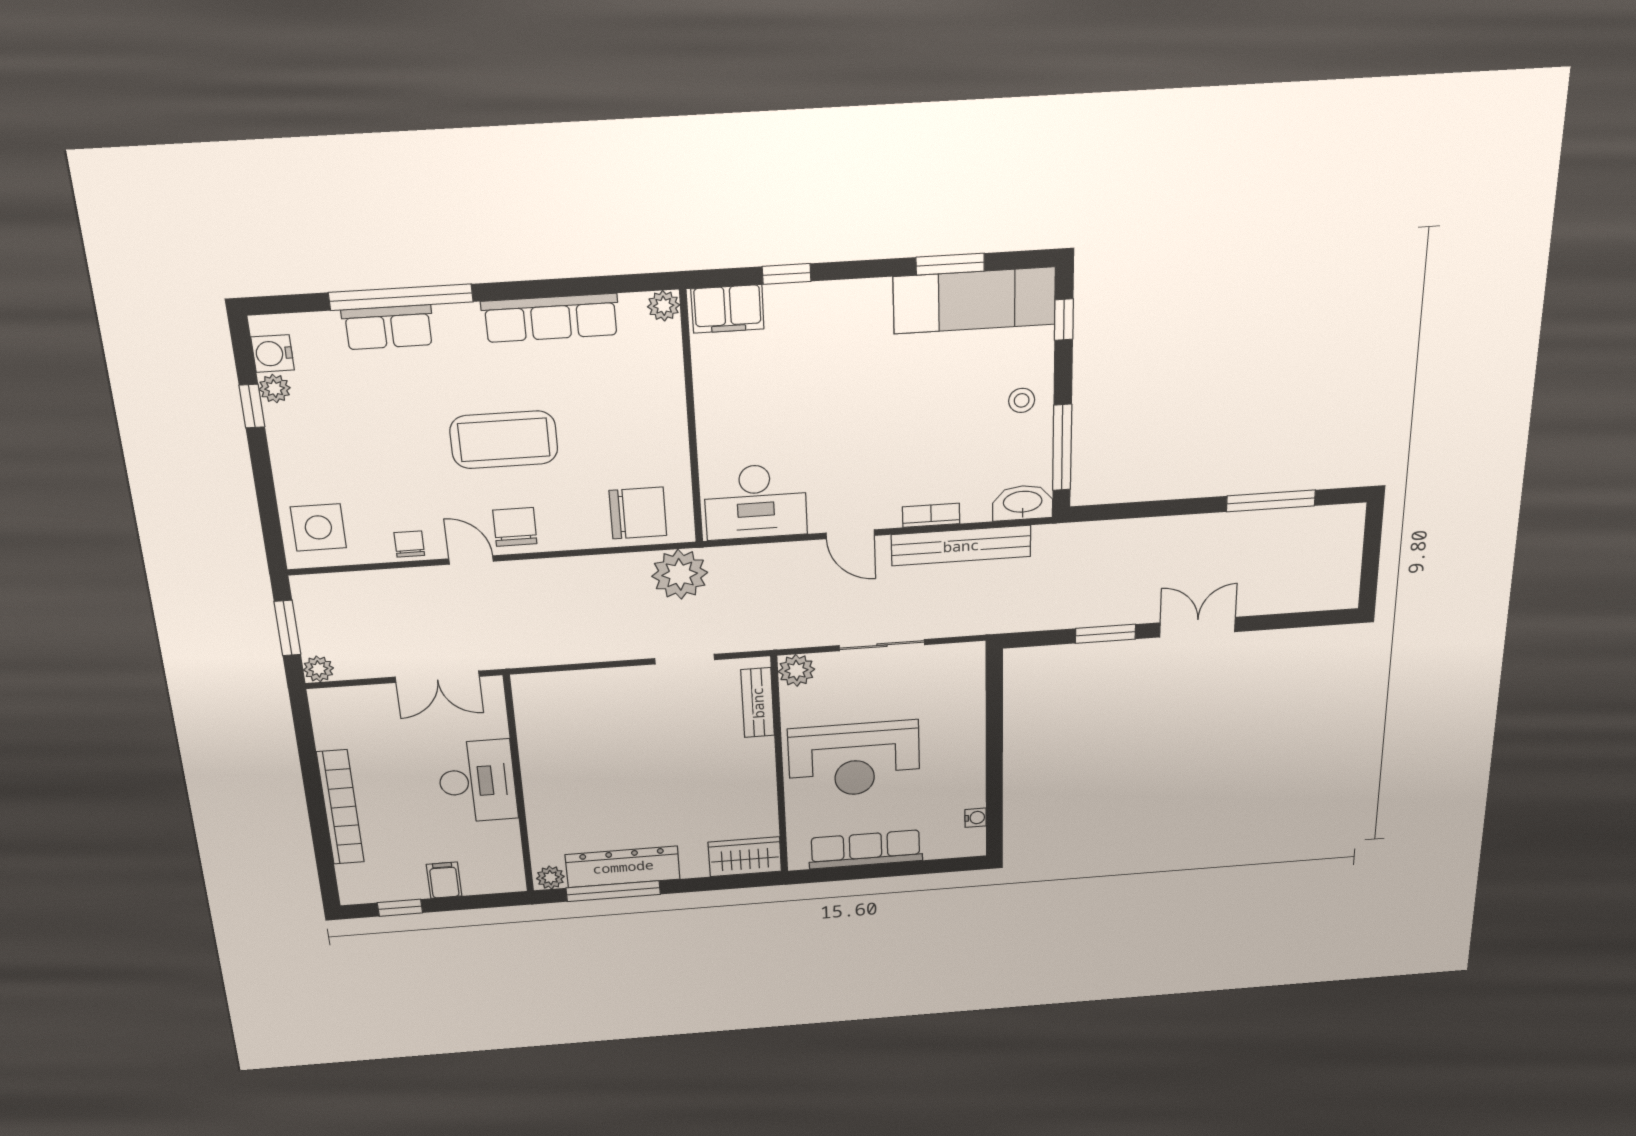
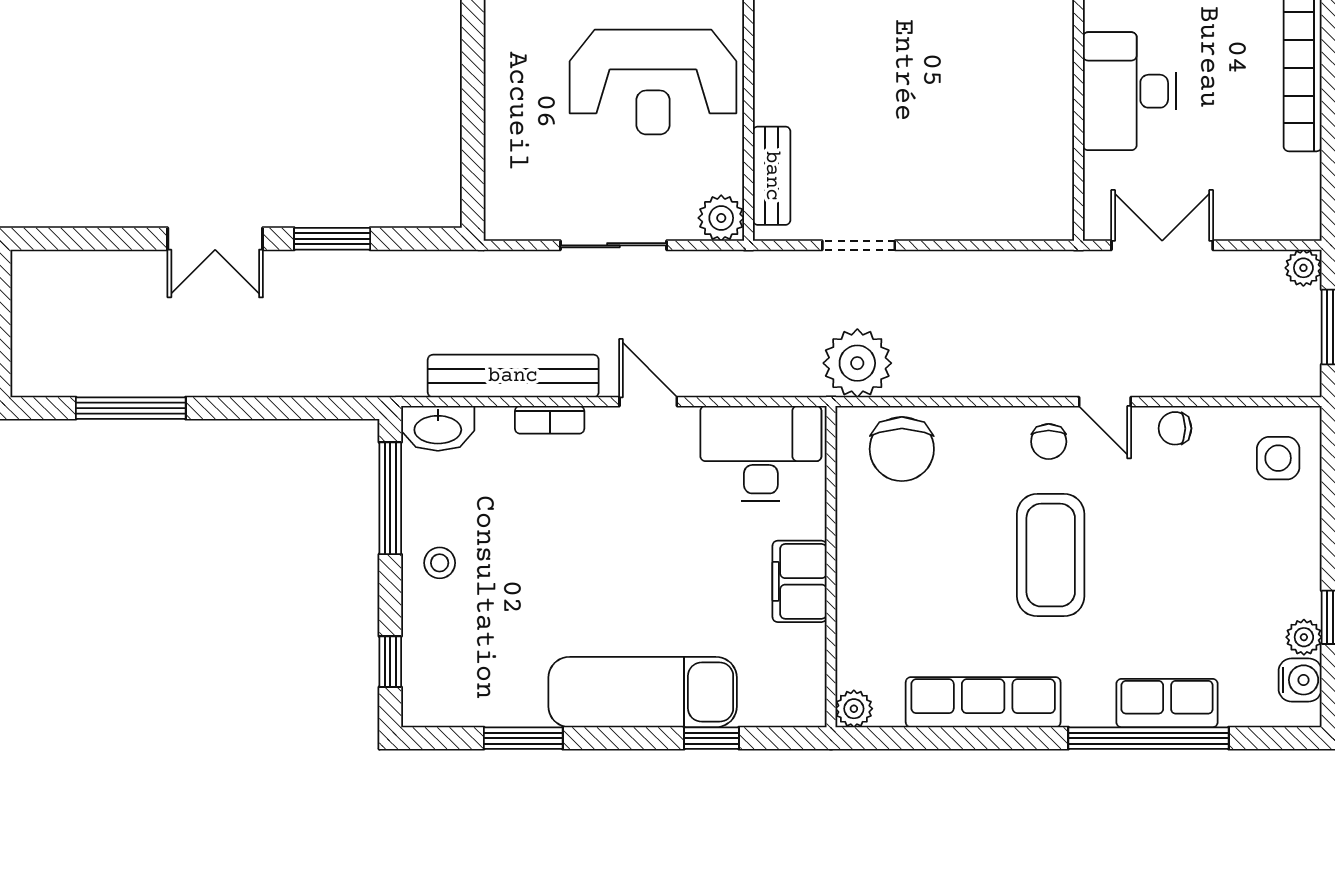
exam couch: (974, 300) -> (643, 692), moved
filing cabinet: (728, 309) -> (800, 581), moved, turned -90
coffee table: (504, 440) -> (1051, 555), turned 90
chair: (638, 513) -> (902, 449), turned -90
side table: (318, 527) -> (1278, 458), width x0.73, depth x0.73
chair: (515, 527) -> (1049, 442), width x0.73, depth x0.73
chair: (409, 544) -> (1175, 428), turned 90
reception desk: (854, 759) -> (653, 82), turned 180

